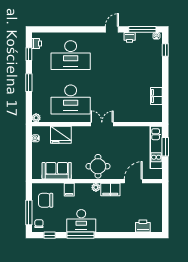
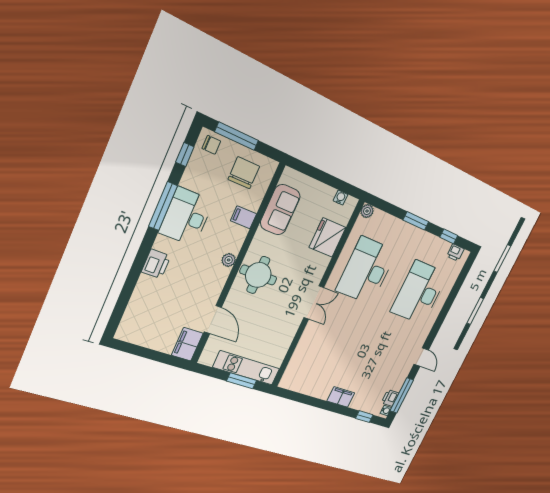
printer: (130, 37) -> (390, 398), moved
filing cabinet: (156, 96) -> (341, 397), moved
filing cabinet: (110, 190) -> (187, 344), moved
printer: (143, 226) -> (156, 264), moved

